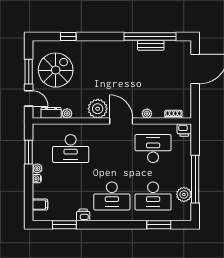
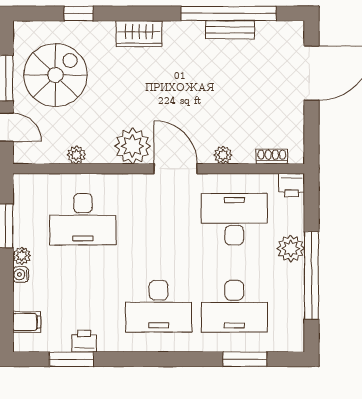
wardrobe: (101, 48) -> (139, 34), added
dresser: (51, 113) -> (47, 154), removed
plant: (184, 194) -> (291, 248), moved
printer: (83, 215) -> (84, 341), moved

